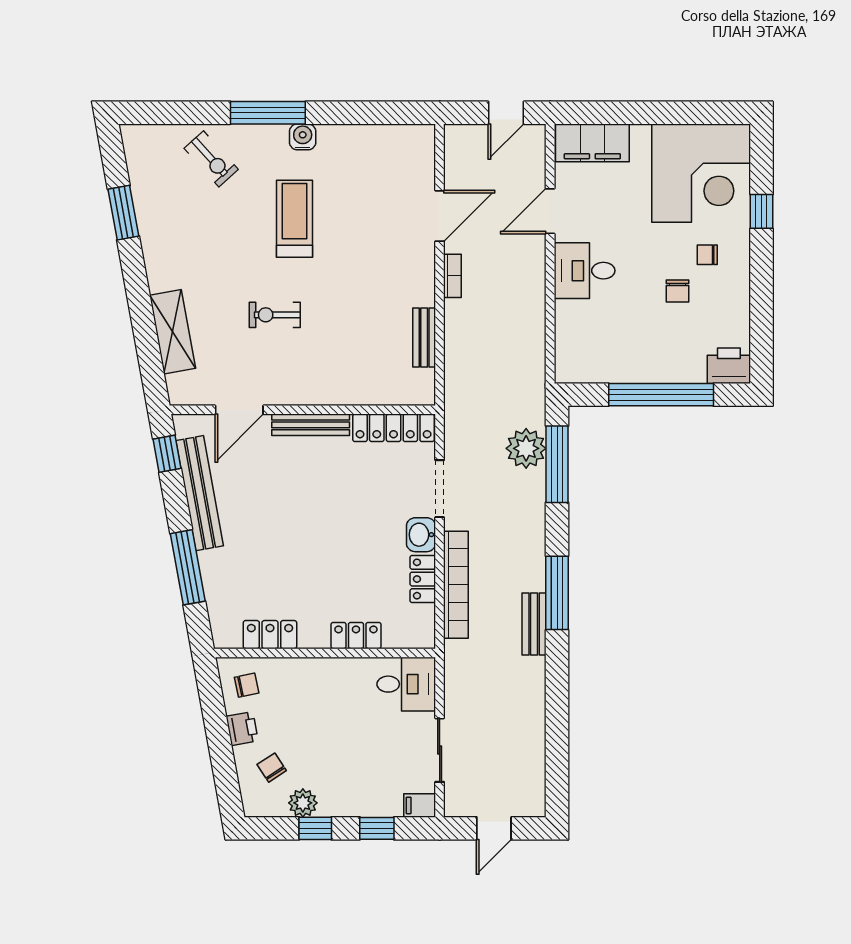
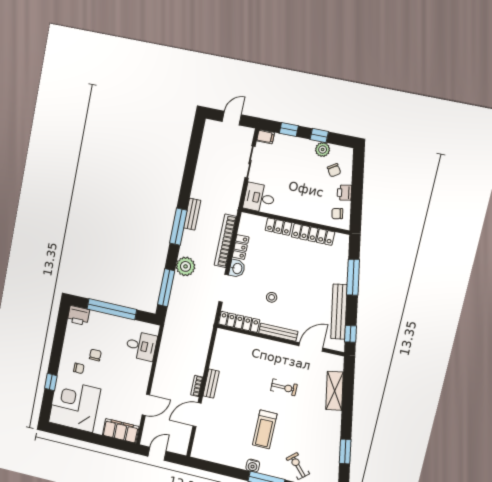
desk: (585, 271) -> (141, 346), moved
bench: (424, 338) -> (211, 384), moved
plant: (526, 448) -> (186, 266), moved
stool: (339, 492) -> (272, 297), added
locker: (270, 635) -> (313, 234), width x1.53

